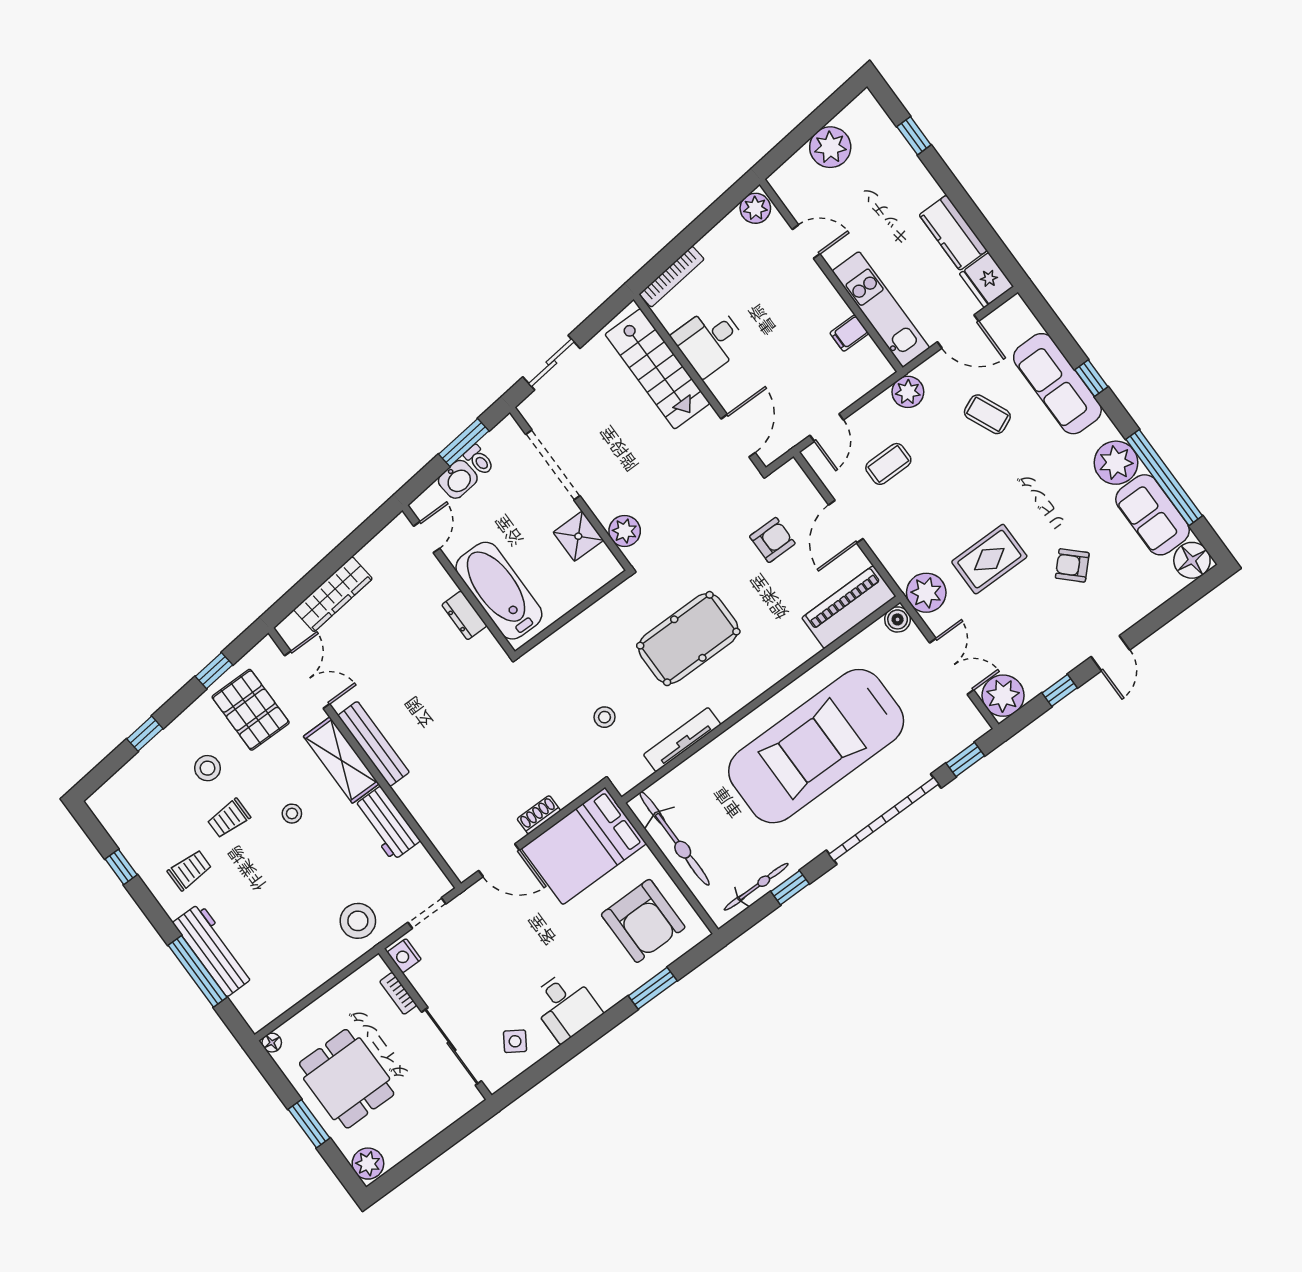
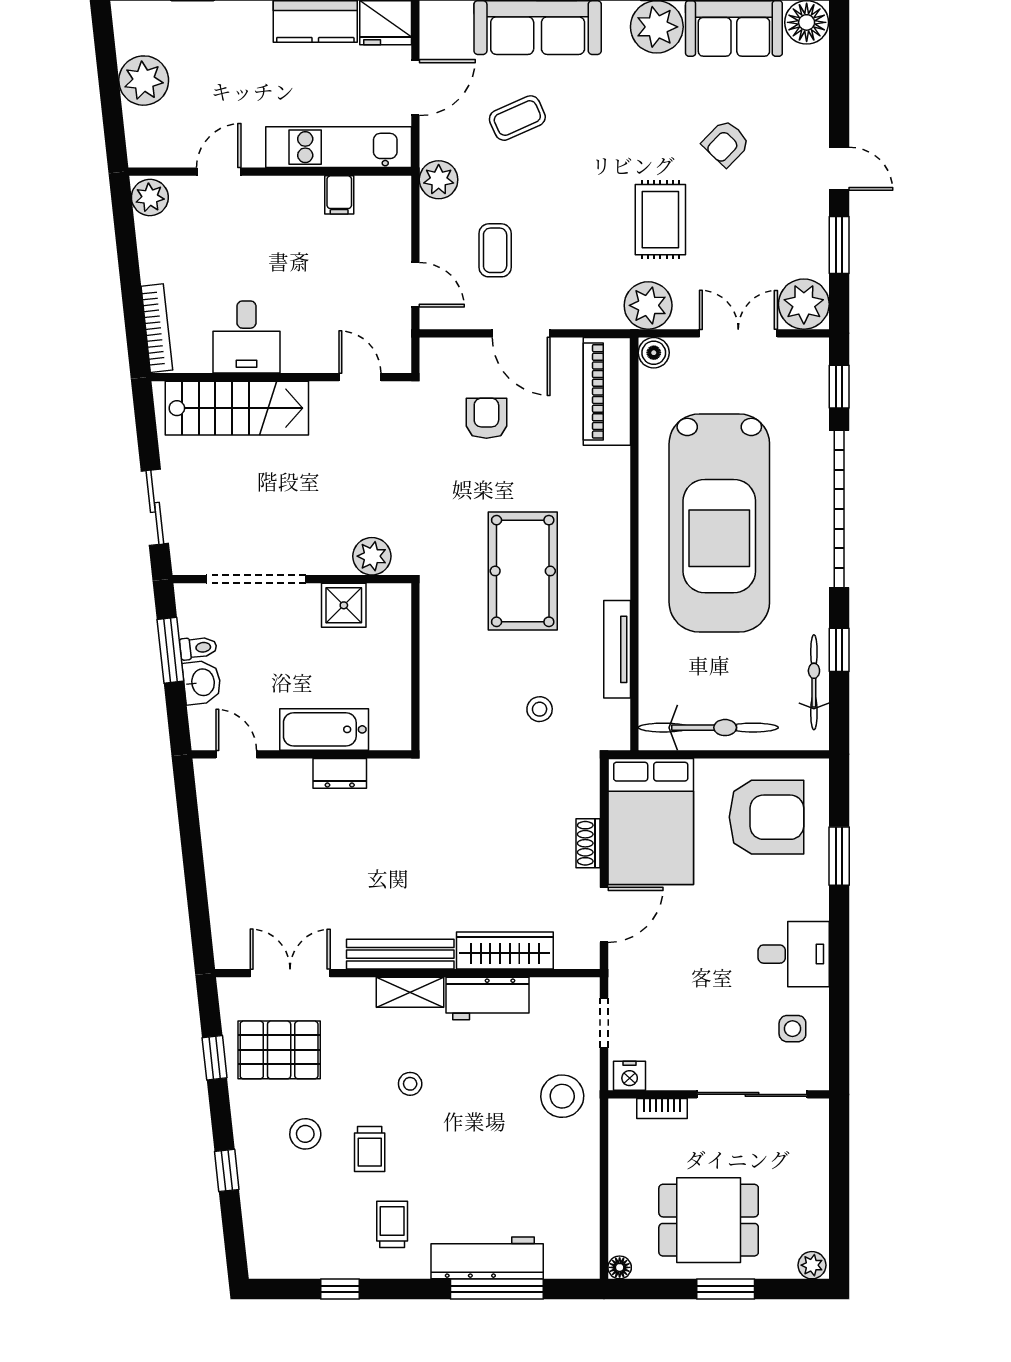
door: (738, 436) -> (360, 377), width x0.73
bathtub: (499, 591) -> (324, 729), width x0.73, depth x0.73
wardrobe: (333, 594) -> (505, 951), moved, turned -84
window: (1060, 690) -> (839, 245), width x1.50
shelving: (341, 760) -> (410, 992), width x0.67, depth x0.75
side table: (515, 1041) -> (792, 1029), turned -33
plant: (368, 1164) -> (812, 1265), width x0.73, depth x0.73

